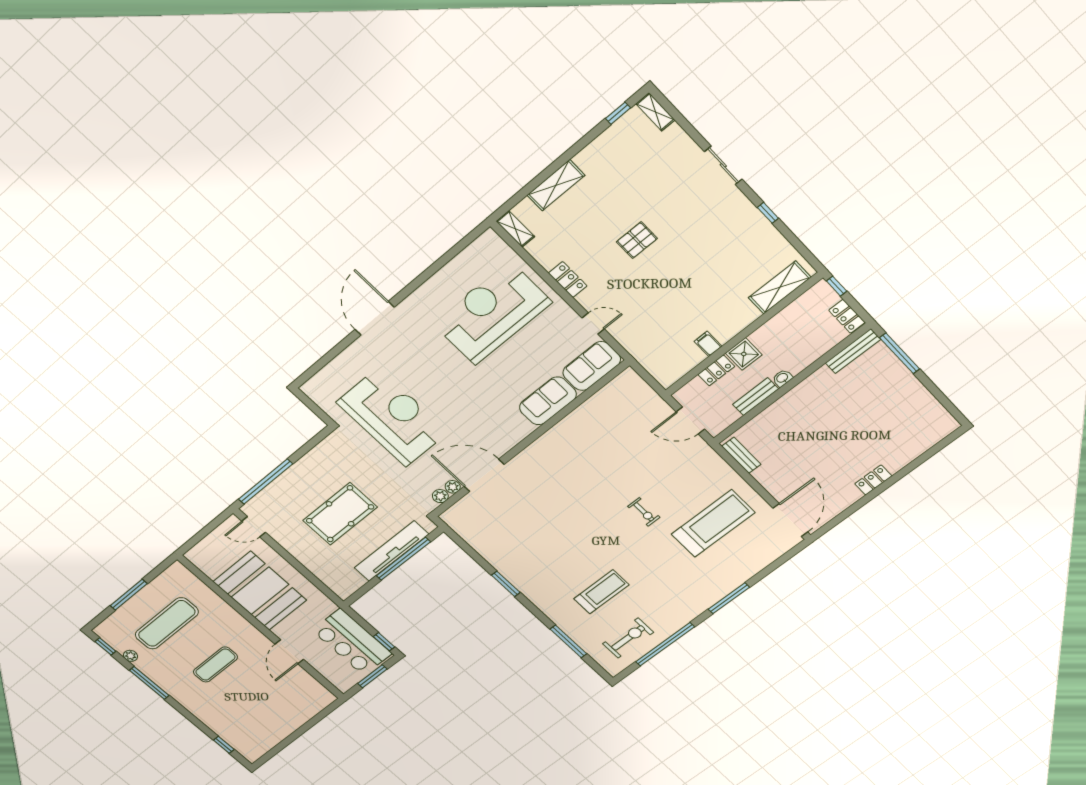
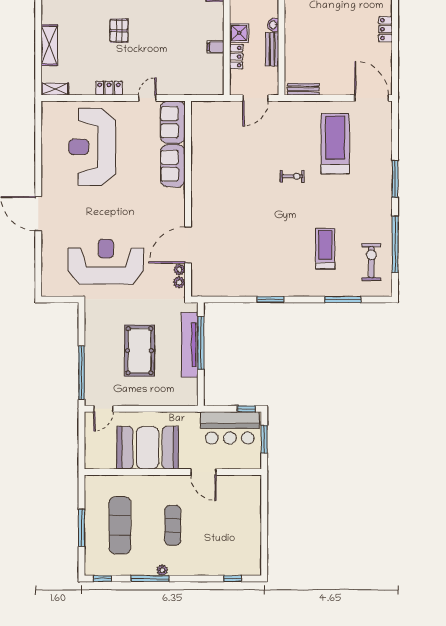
plant: (131, 656) -> (162, 570), moved

